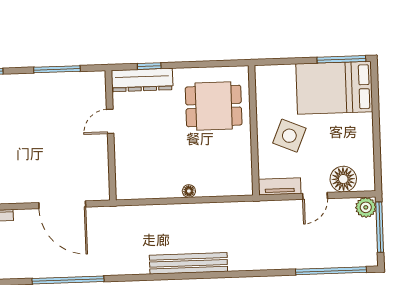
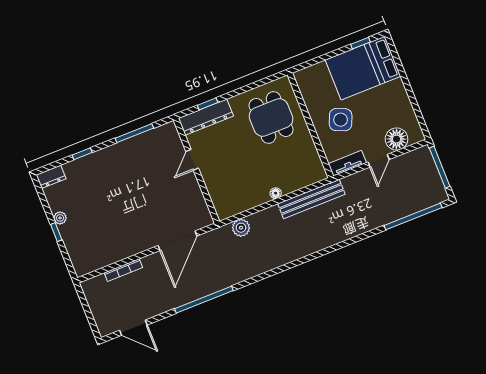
window: (341, 59) -> (360, 43), width x0.46
dining table: (214, 106) -> (271, 118), turned 90
door: (62, 205) -> (178, 241), hinge flipped
plant: (366, 207) -> (241, 228), moved
bench: (188, 263) -> (311, 199), moved

